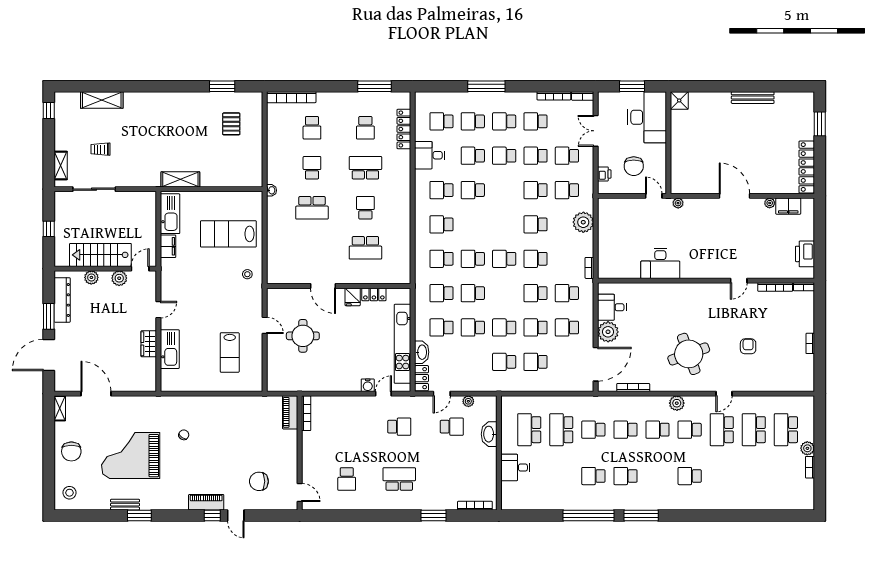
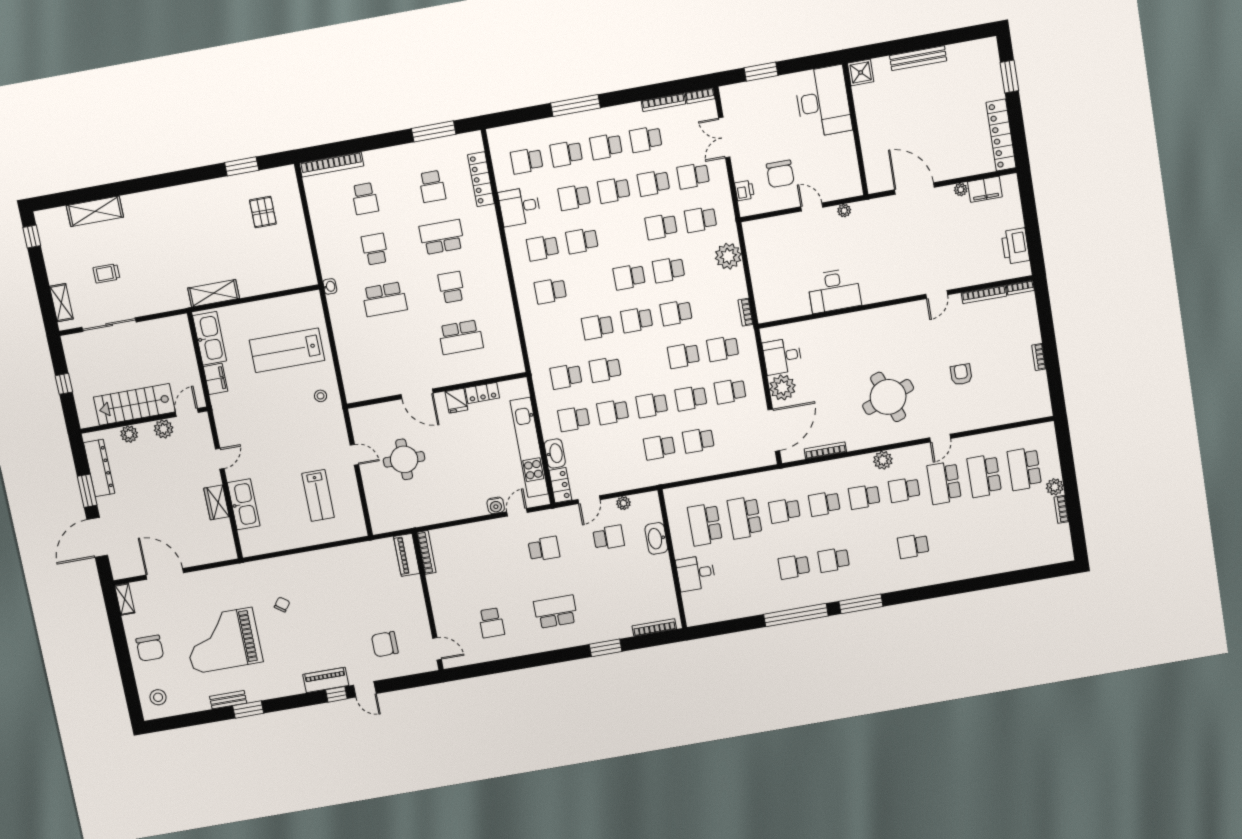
shower: (679, 100) -> (861, 72), moved
desk: (647, 117) -> (823, 102), moved
wall: (668, 143) -> (855, 129), moved
school desk: (441, 259) -> (629, 277), moved

